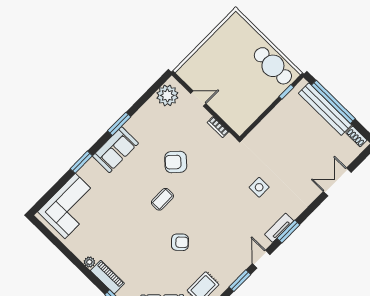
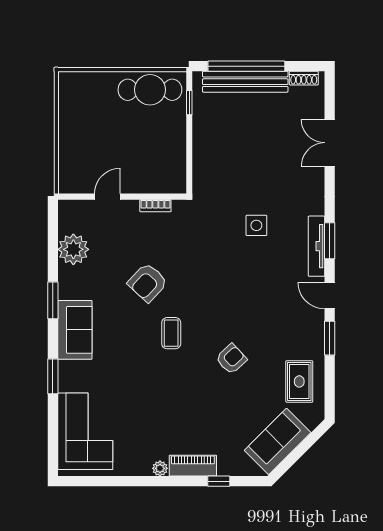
plant: (167, 95) -> (73, 249), moved
tv unit: (279, 228) -> (316, 246), width x1.41

